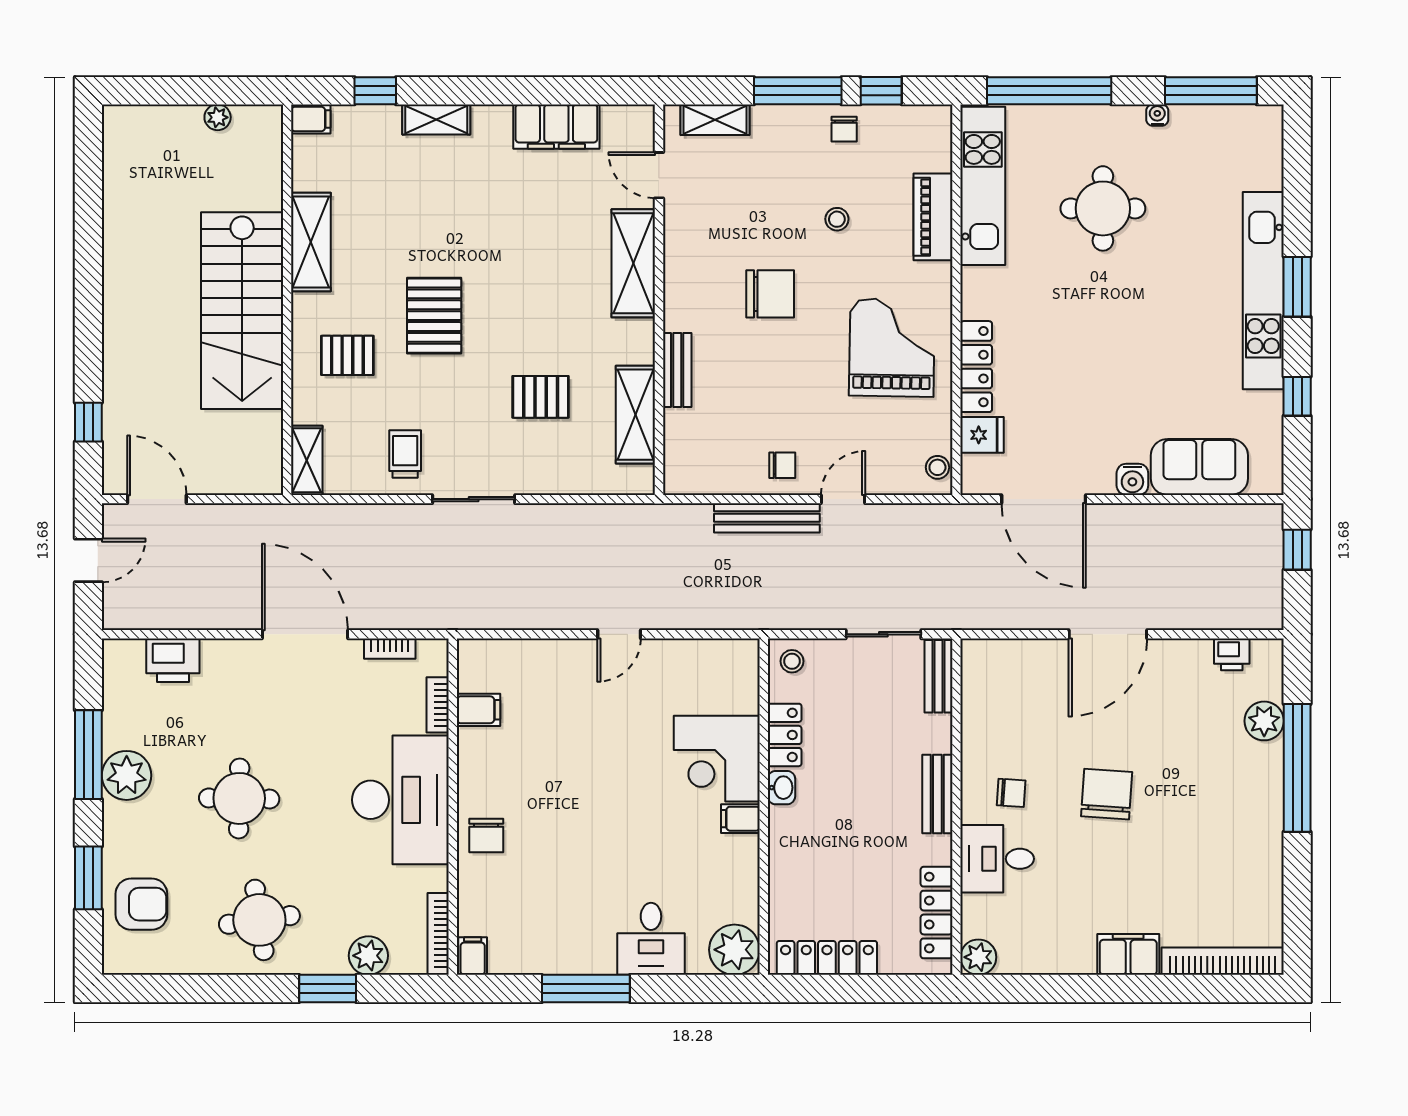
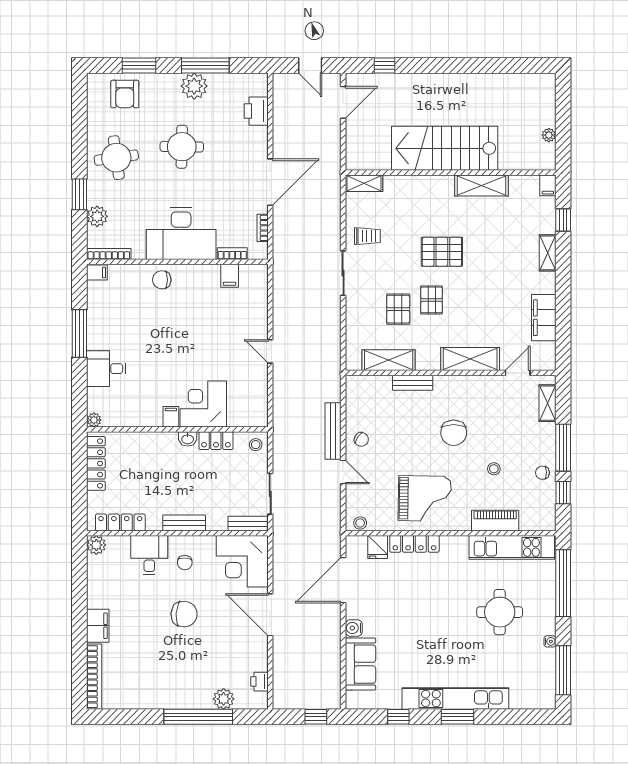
pallet: (347, 355) -> (432, 300), moved
chair: (782, 465) -> (361, 439), turned -56
corner desk: (1009, 686) -> (242, 561), added
plant: (734, 950) -> (94, 420), width x0.53, depth x0.53

